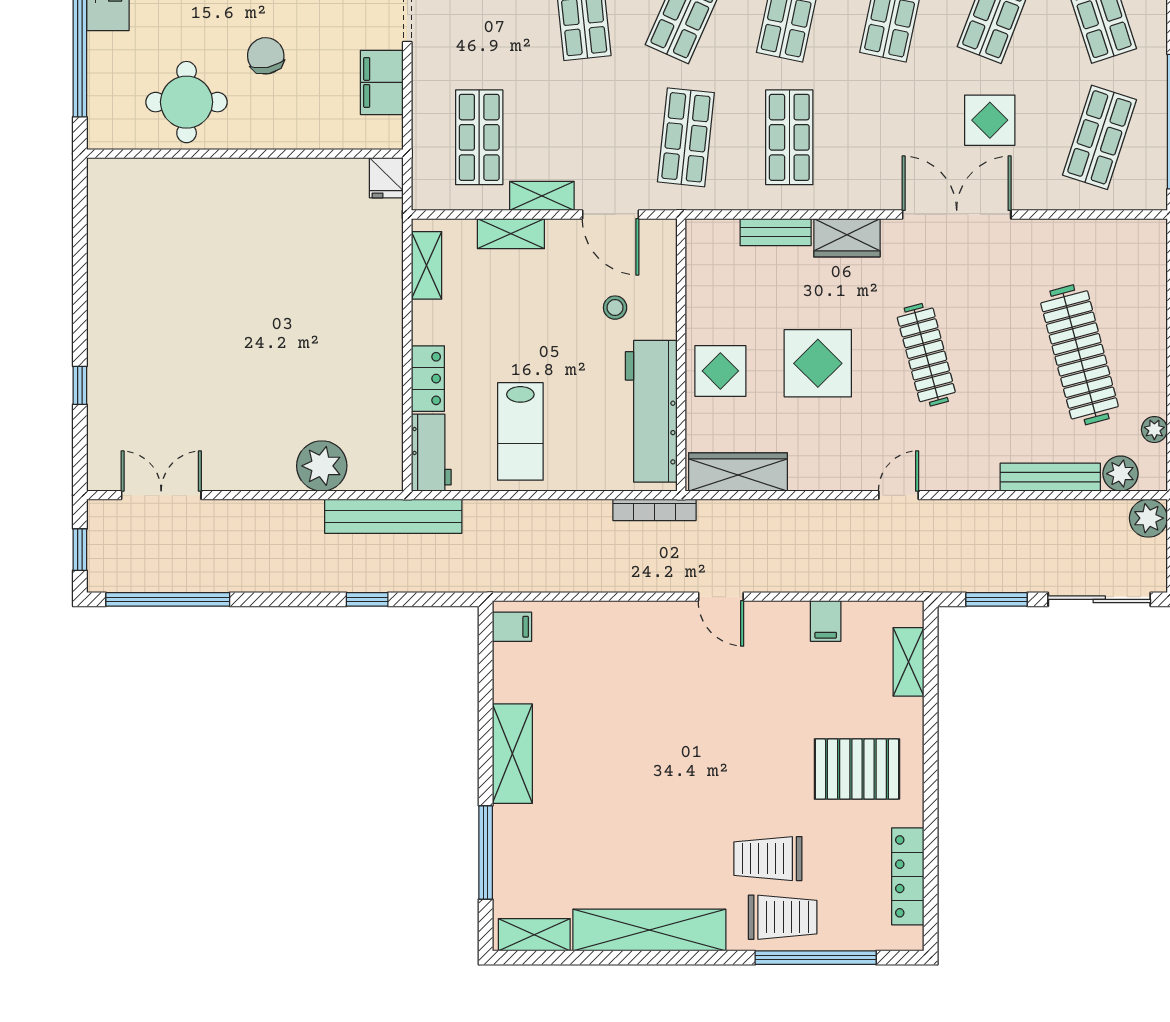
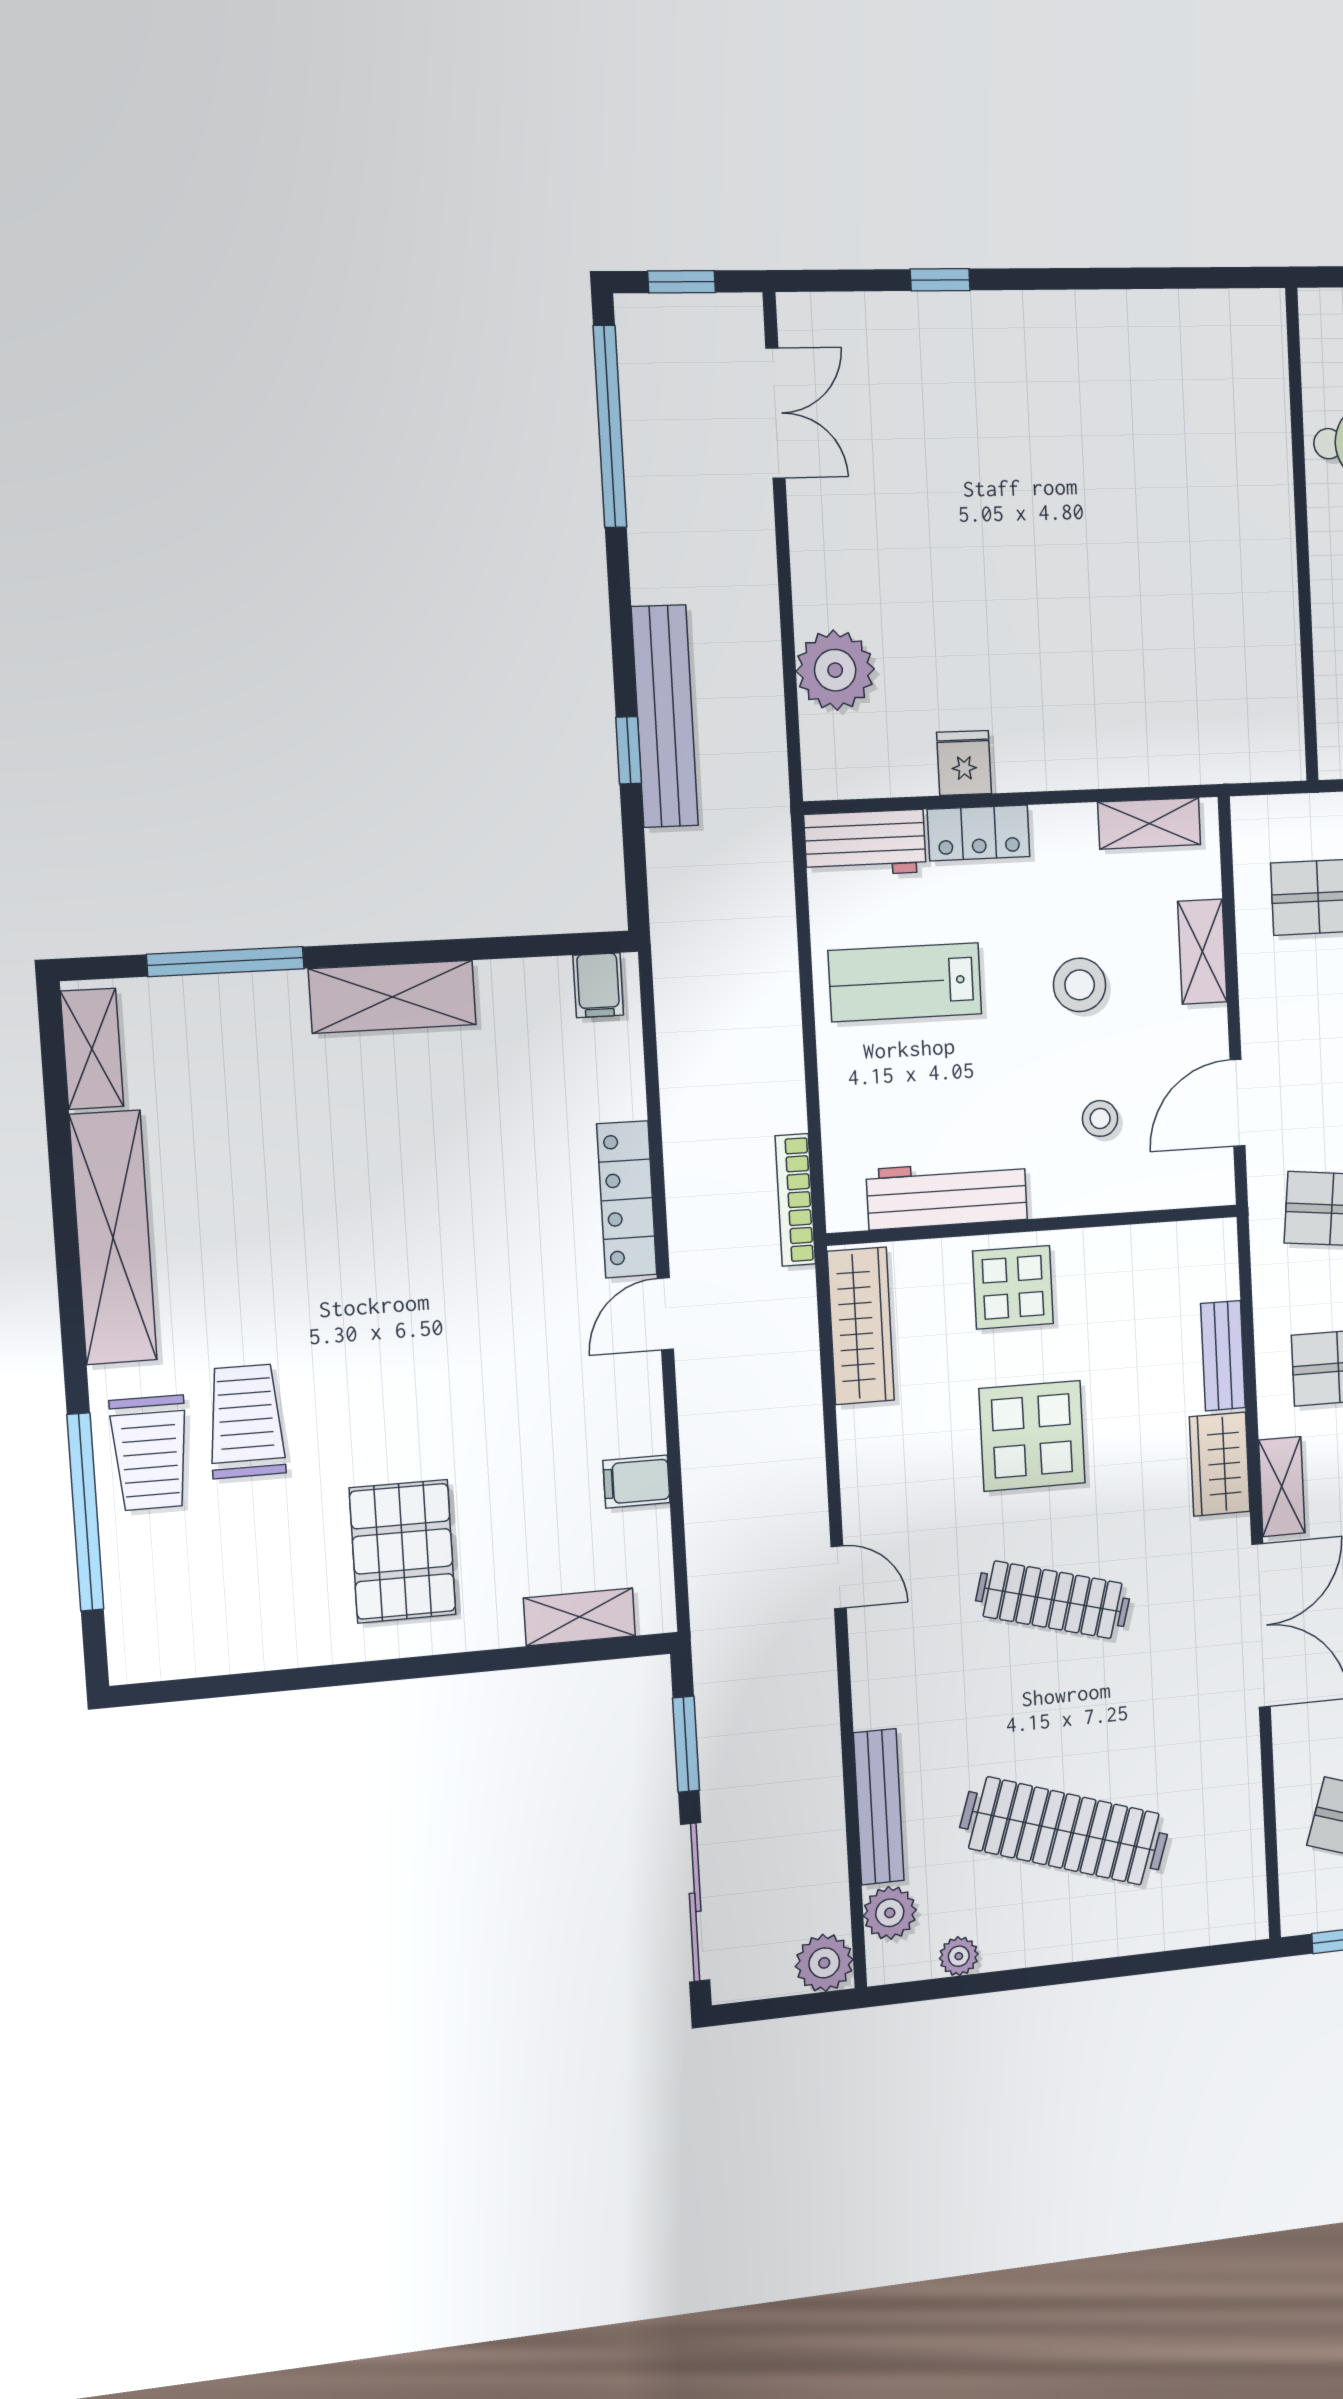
fridge: (386, 178) -> (964, 763), moved, turned 90
shelving: (542, 196) -> (1282, 1487), moved
stool: (528, 317) -> (1080, 985), added
clothes rail: (926, 355) -> (1053, 1600), turned 30
clothes rail: (1079, 355) -> (1064, 1831), turned 33
workbench: (651, 411) -> (947, 1194), width x0.73, depth x0.76
bench: (393, 516) -> (665, 716), moved
locker: (908, 876) -> (627, 1199), moved, turned -90

